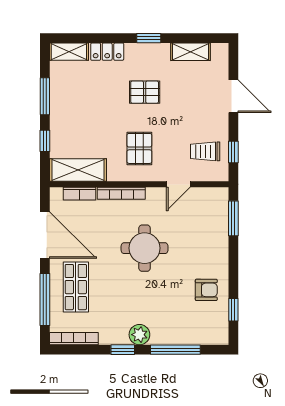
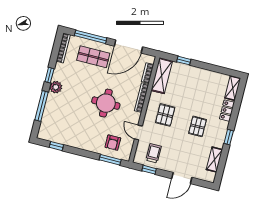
window: (45, 96) -> (210, 67), removed
pallet: (139, 148) -> (165, 115), turned 90
armchair: (206, 290) -> (113, 143), moved

